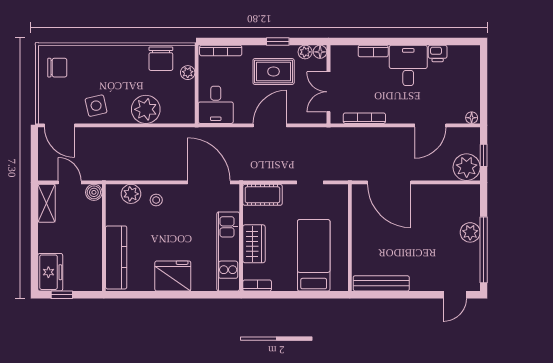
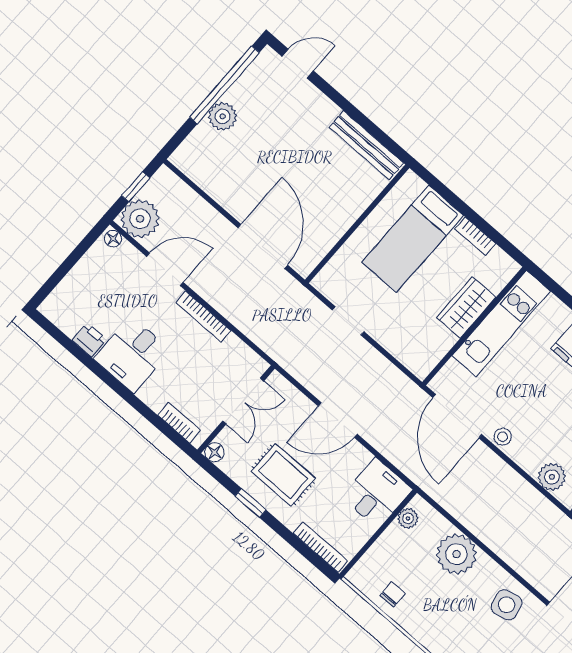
bookcase: (373, 51) -> (179, 423), moved
plant: (305, 52) -> (231, 466), removed
chair: (161, 59) -> (393, 594), width x0.54, depth x0.54
plant: (188, 73) -> (408, 518), moved
bookcase: (364, 118) -> (203, 316), moved
plant: (467, 167) -> (140, 219), moved
cot: (262, 195) -> (411, 352), removed
stool: (156, 200) -> (503, 437), moved
bookcase: (257, 285) -> (475, 236), moved

